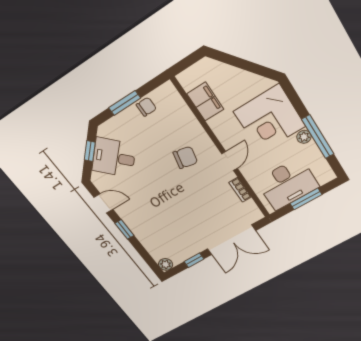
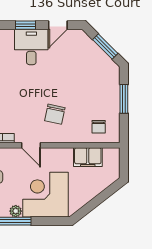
chair: (146, 107) -> (99, 127), moved
window: (90, 151) -> (105, 46), width x1.50
desk: (114, 158) -> (31, 47), moved, turned -45

